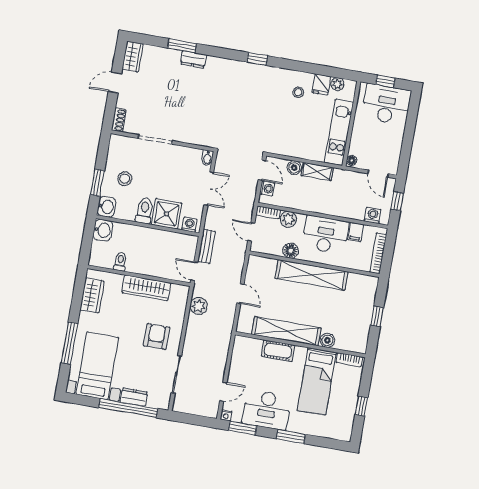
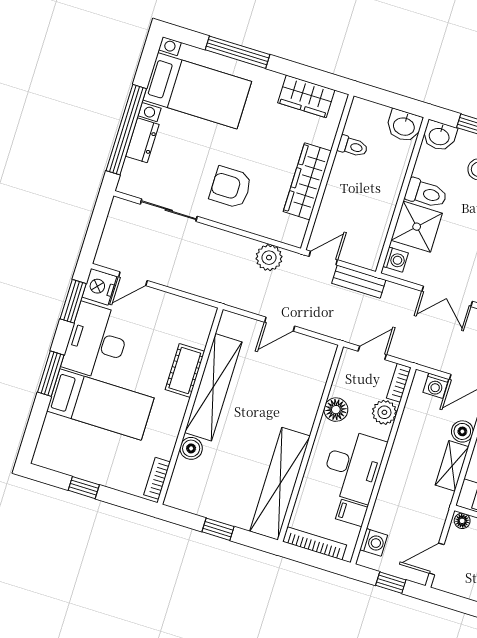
shelving: (311, 275) -> (280, 484), moved
armchair: (157, 336) -> (231, 187), turned 180
bed: (317, 381) -> (100, 404), moved, turned 180
door: (223, 392) -> (133, 279), hinge flipped
nightstand: (226, 416) -> (99, 287), width x1.89, depth x1.79

